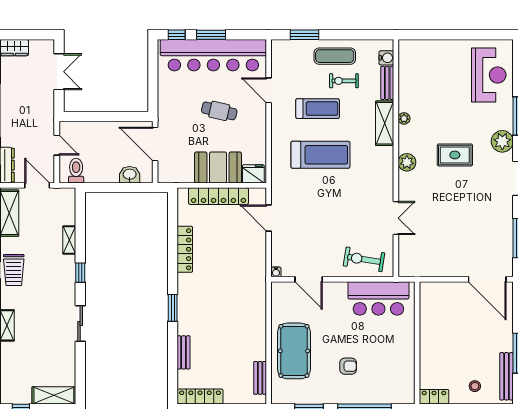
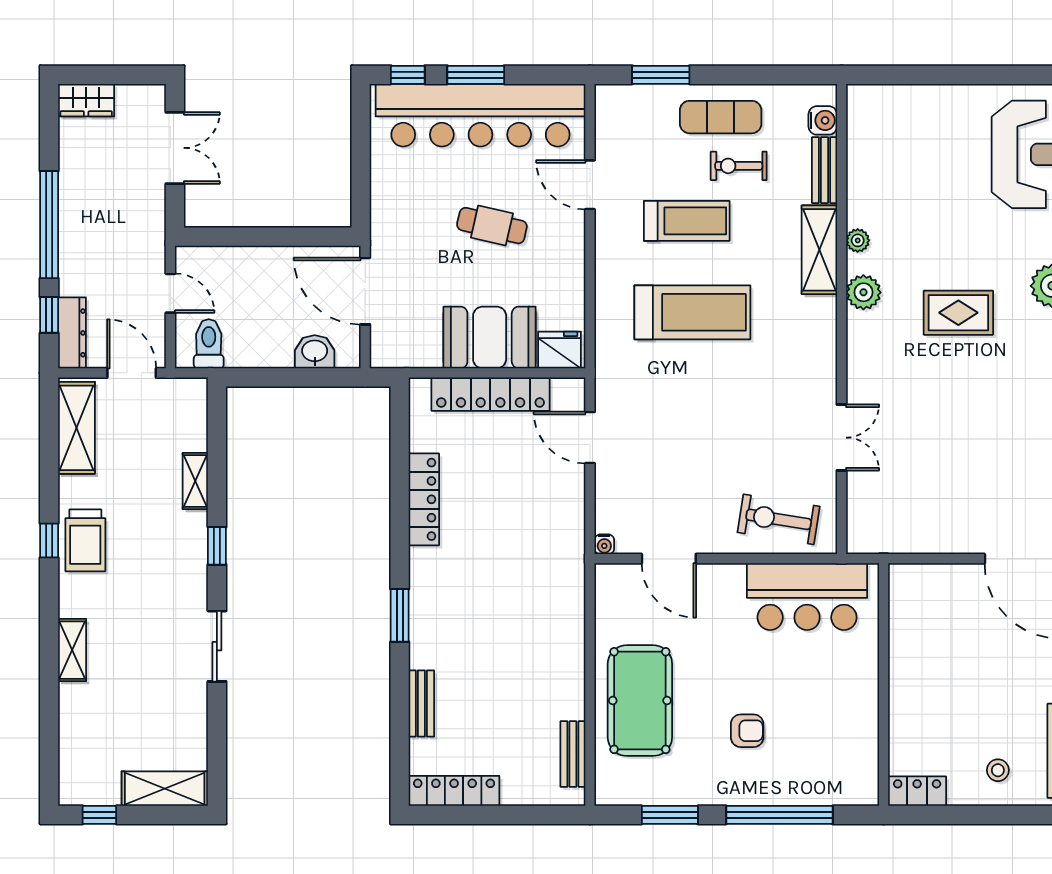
plant: (407, 162) -> (863, 292), moved

